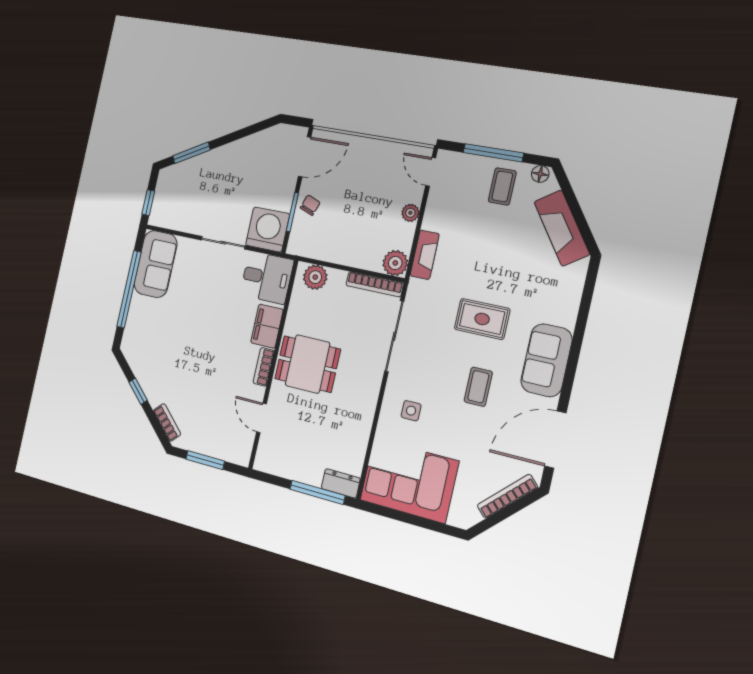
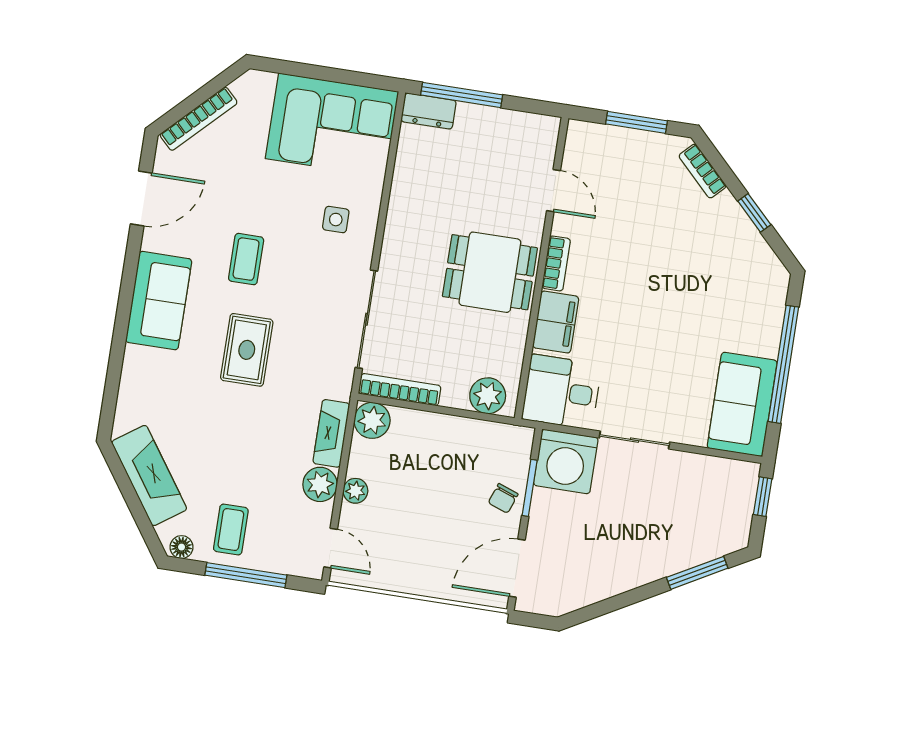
plant: (435, 218) -> (320, 484), added
rug: (482, 319) -> (247, 350), turned 90
door: (555, 440) -> (141, 199), width x0.73

